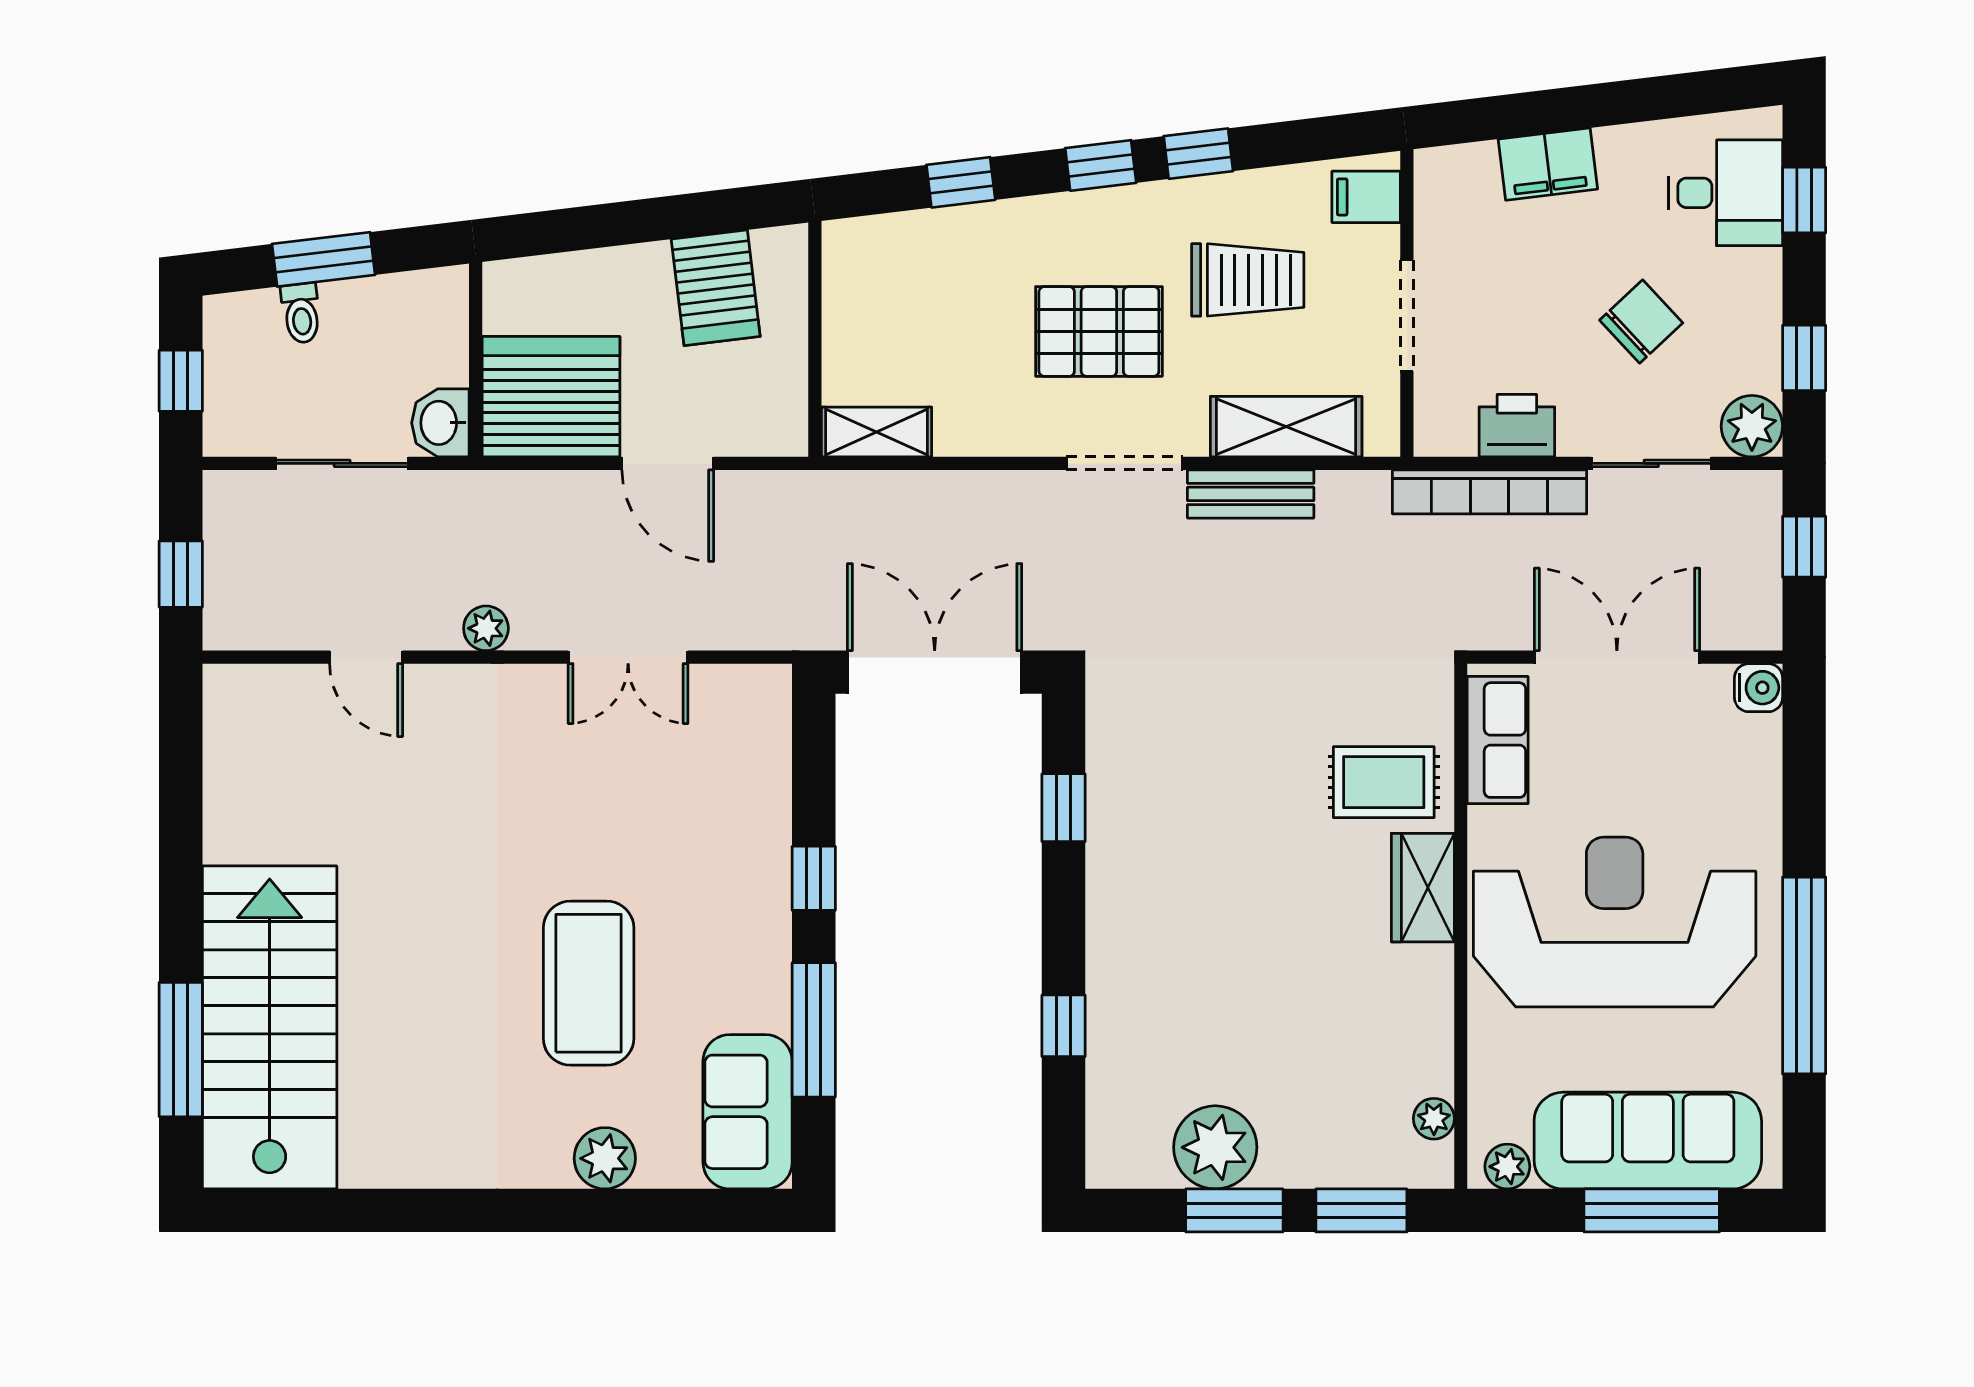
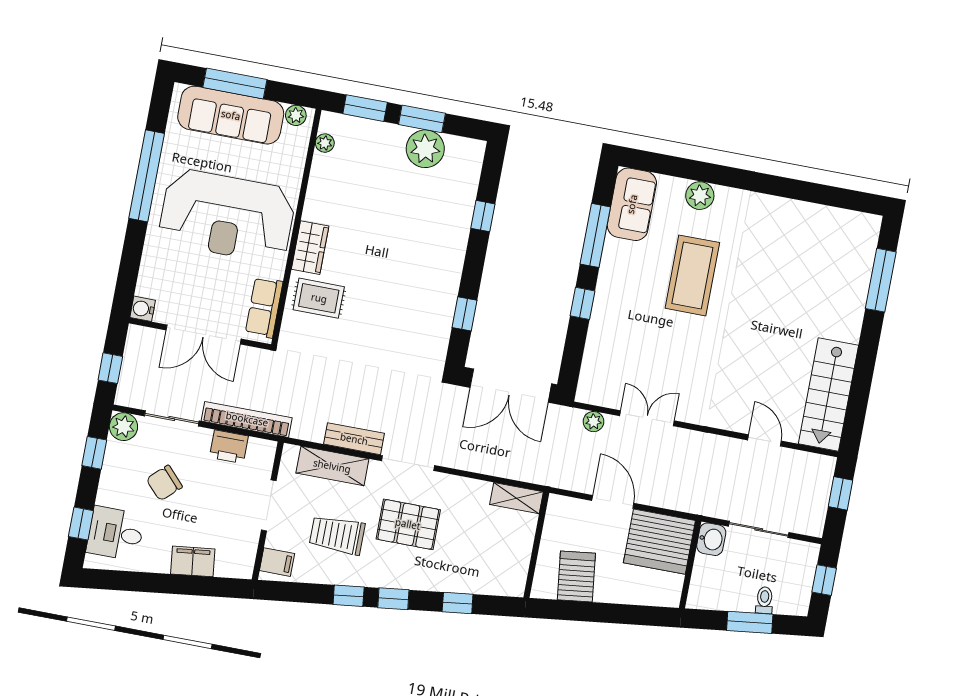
plant: (486, 628) -> (594, 422), moved
stairs: (270, 1027) -> (828, 395), moved, width x0.73, depth x0.66

